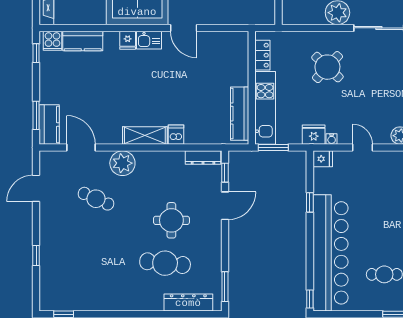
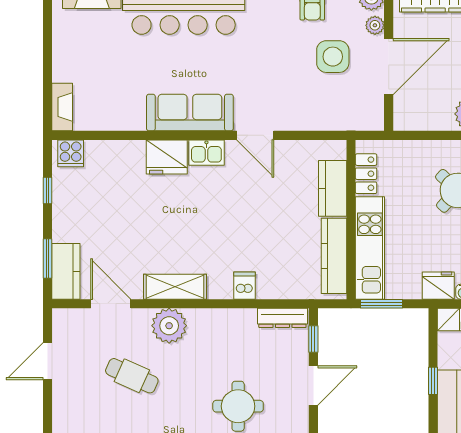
fridge: (128, 40) -> (167, 157), width x1.88, depth x1.34
kitchen counter: (83, 41) -> (333, 188), moved, turned 90
window: (36, 53) -> (48, 191), moved
shelving: (145, 135) -> (175, 287), moved

